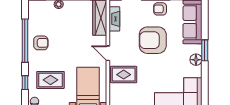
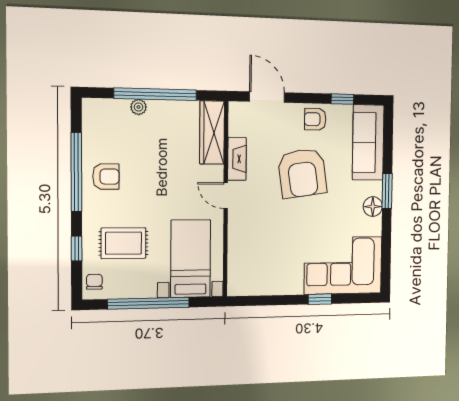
fireplace: (114, 19) -> (237, 159), moved
armchair: (153, 40) -> (302, 173), turned -98
rug: (124, 75) -> (253, 232), removed

